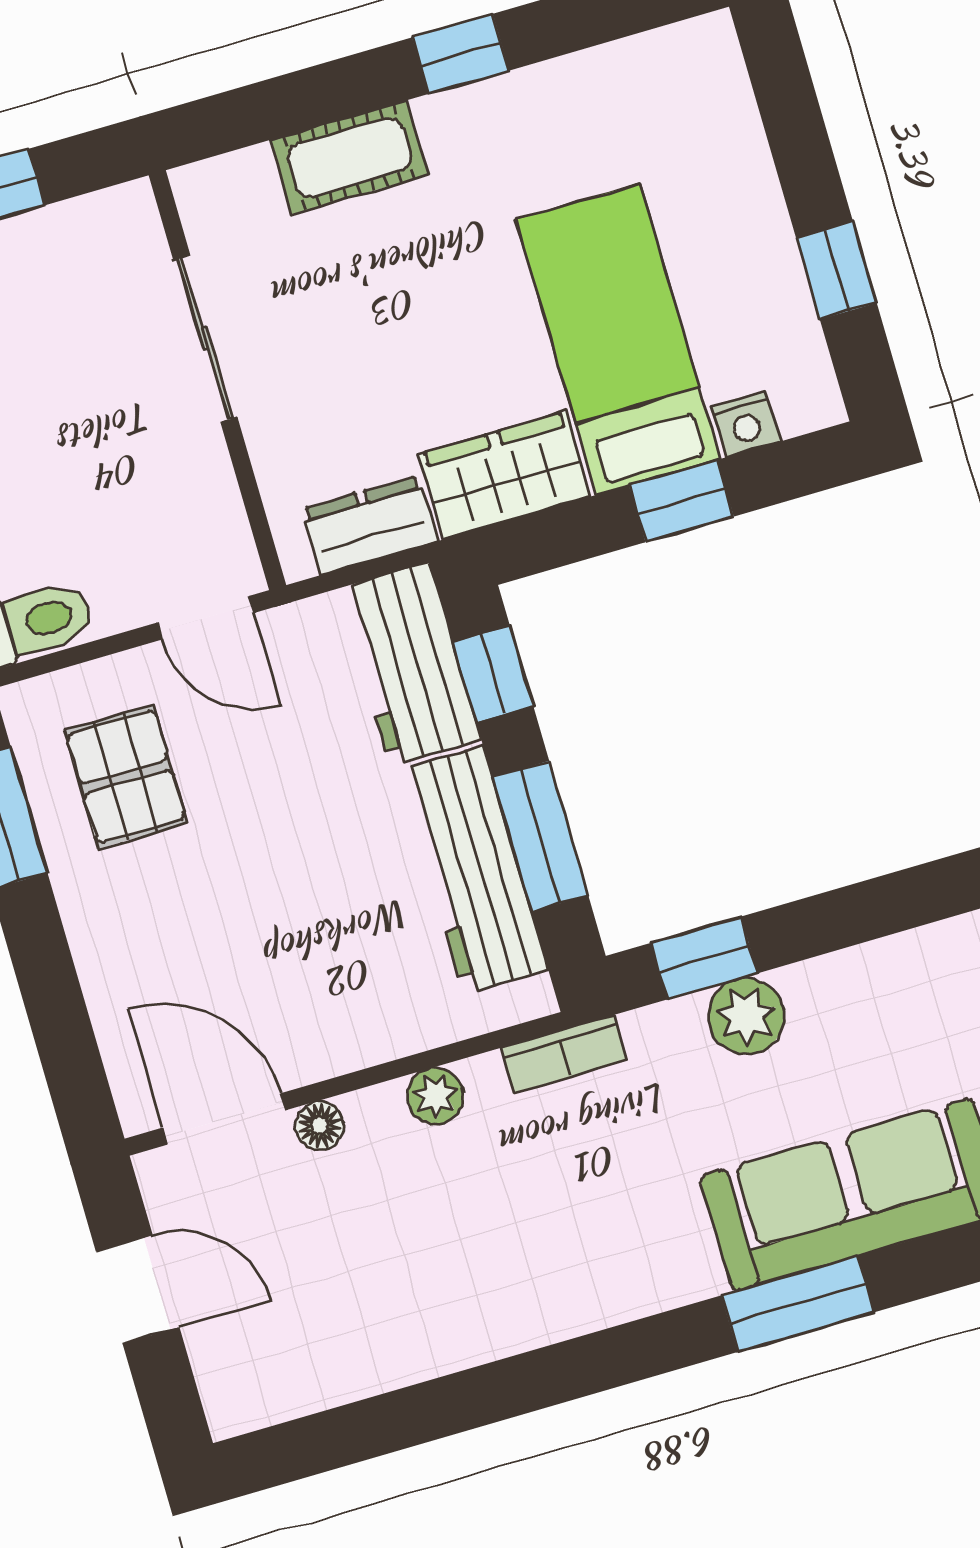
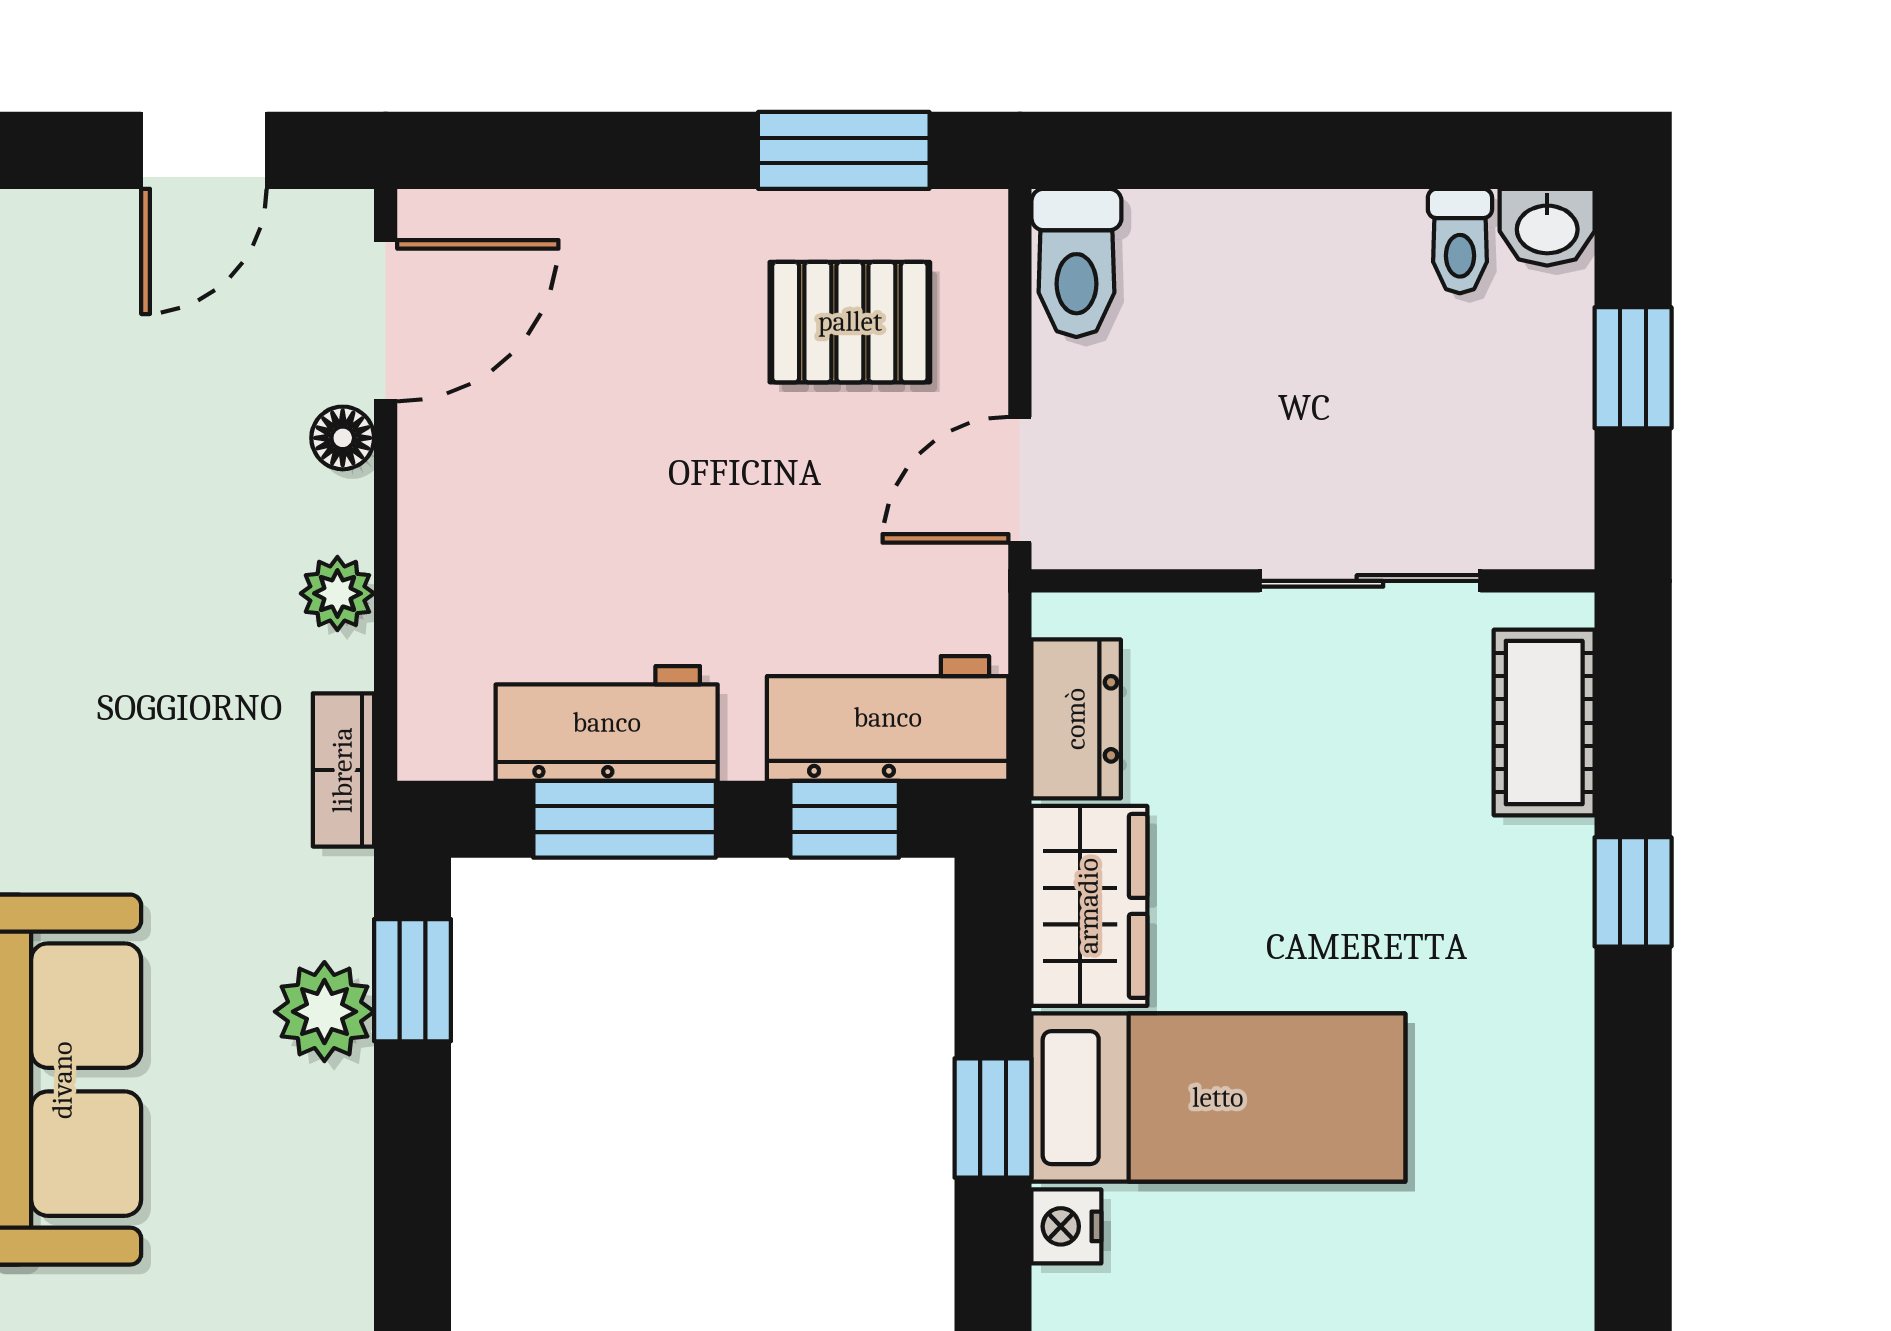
window: (461, 54) -> (1633, 892), moved
cot: (349, 157) -> (1544, 723), moved
workbench: (474, 870) -> (607, 723), width x0.73

